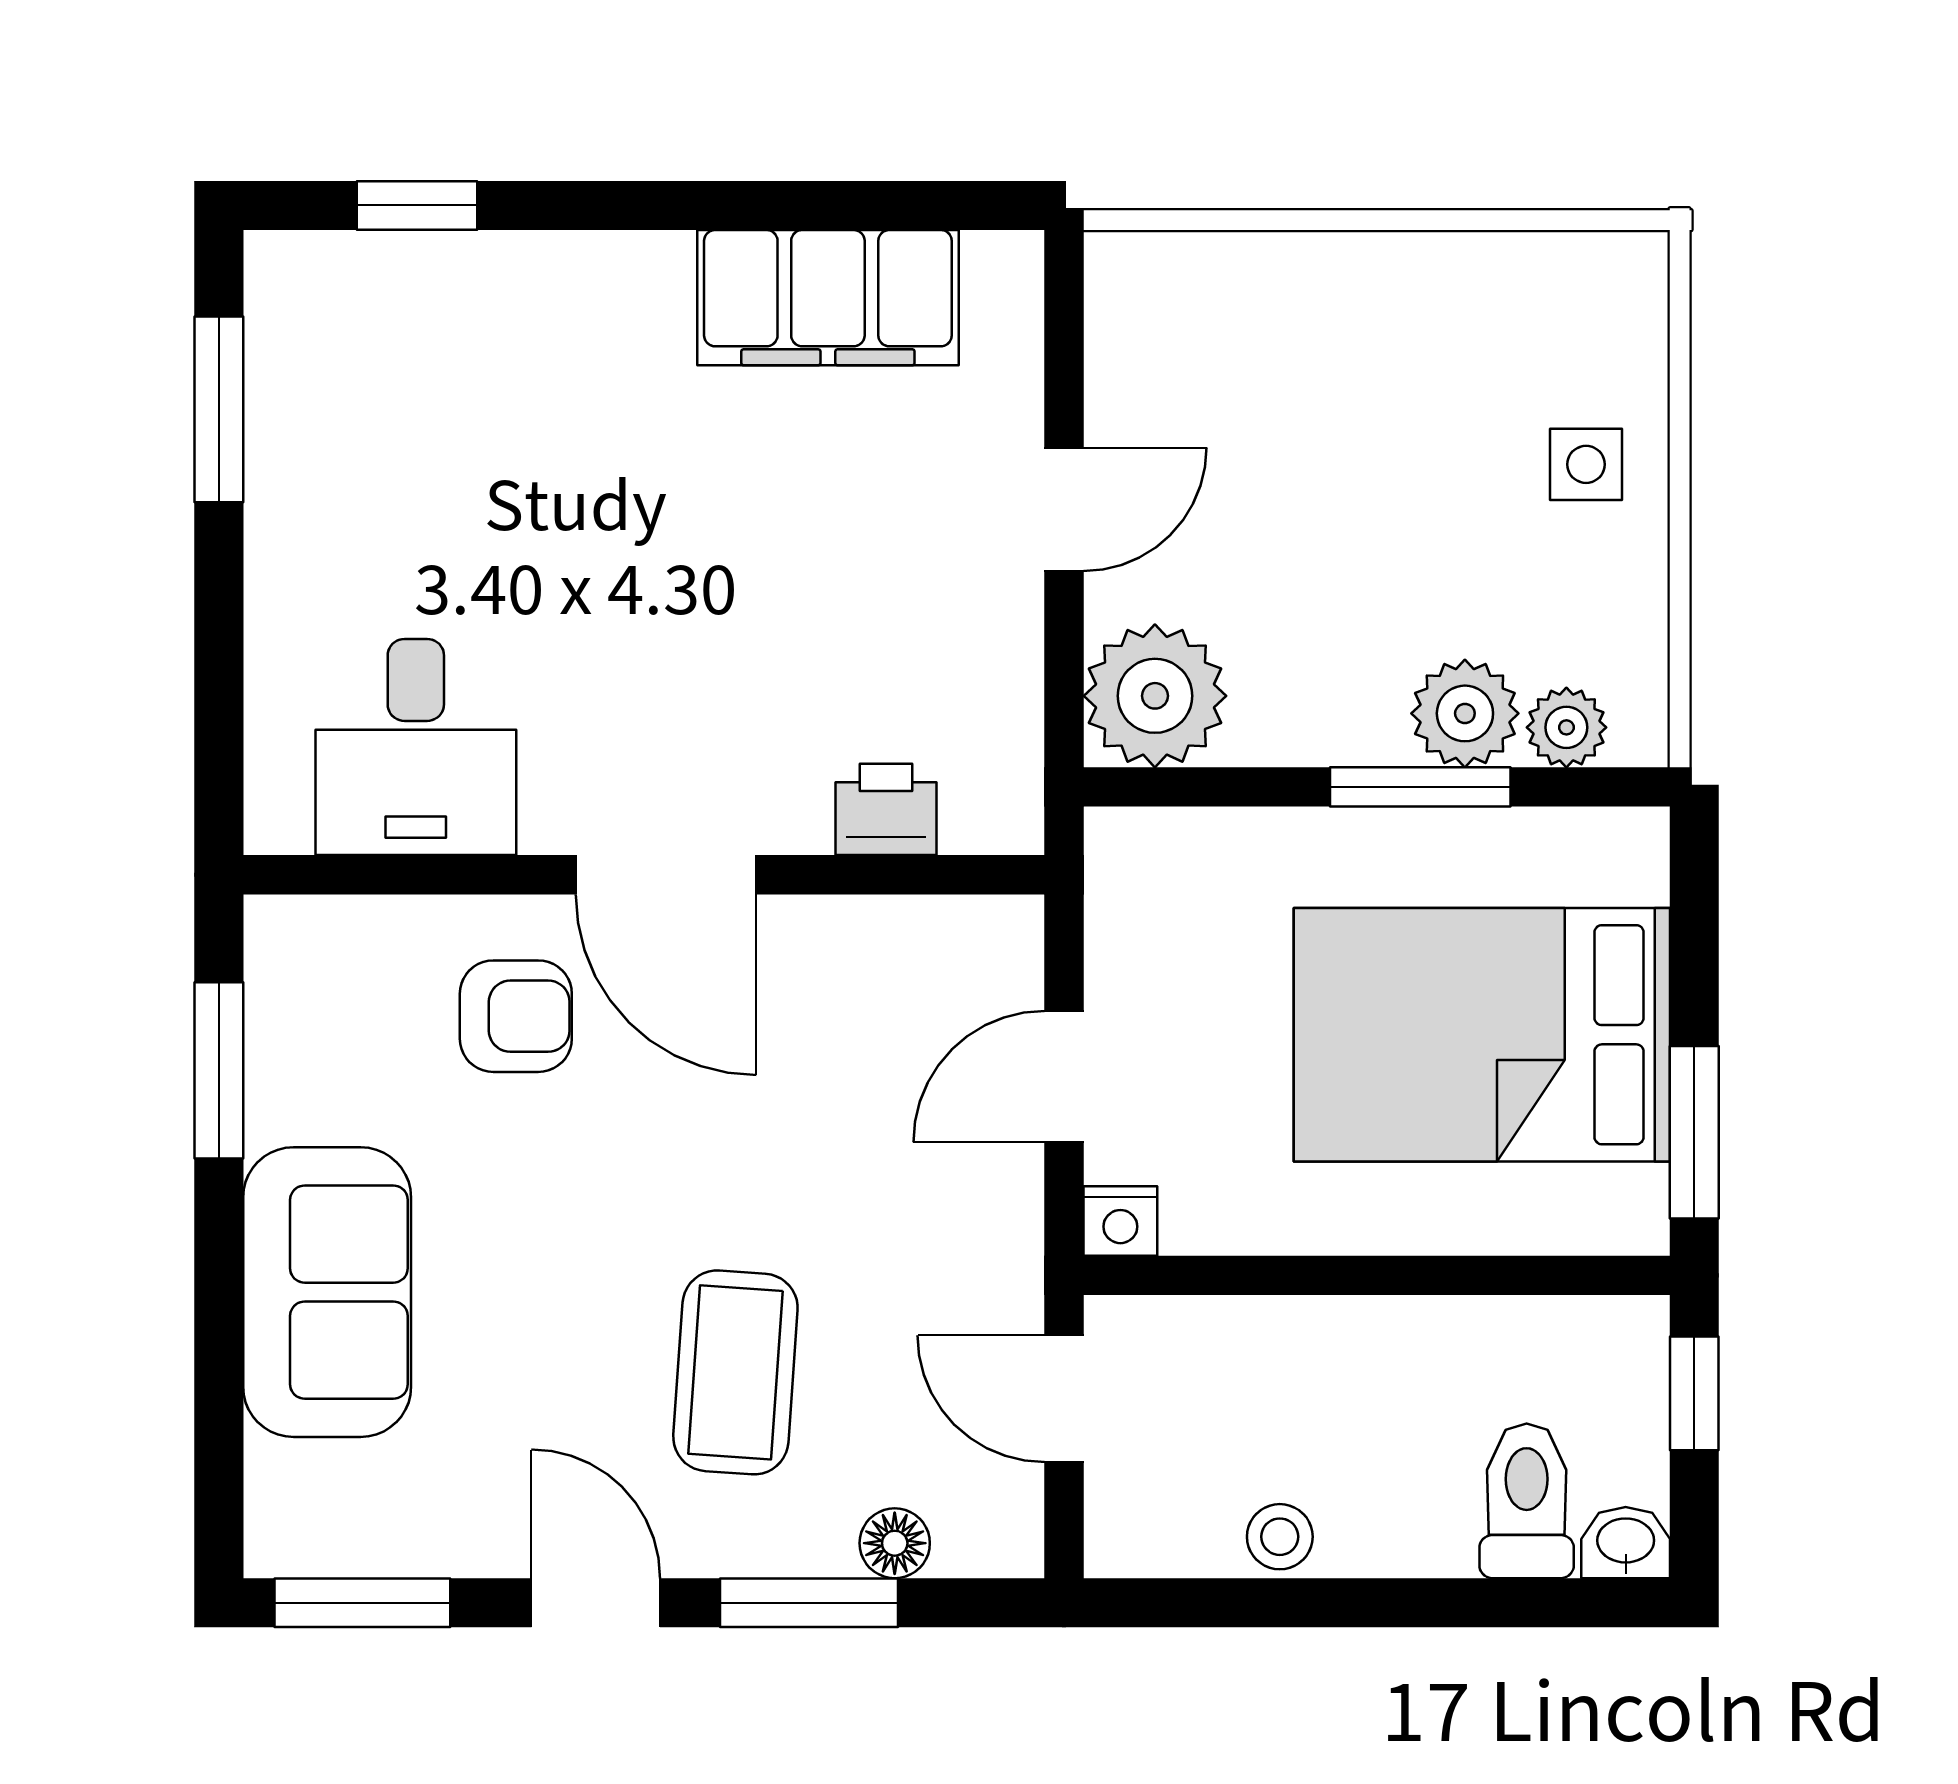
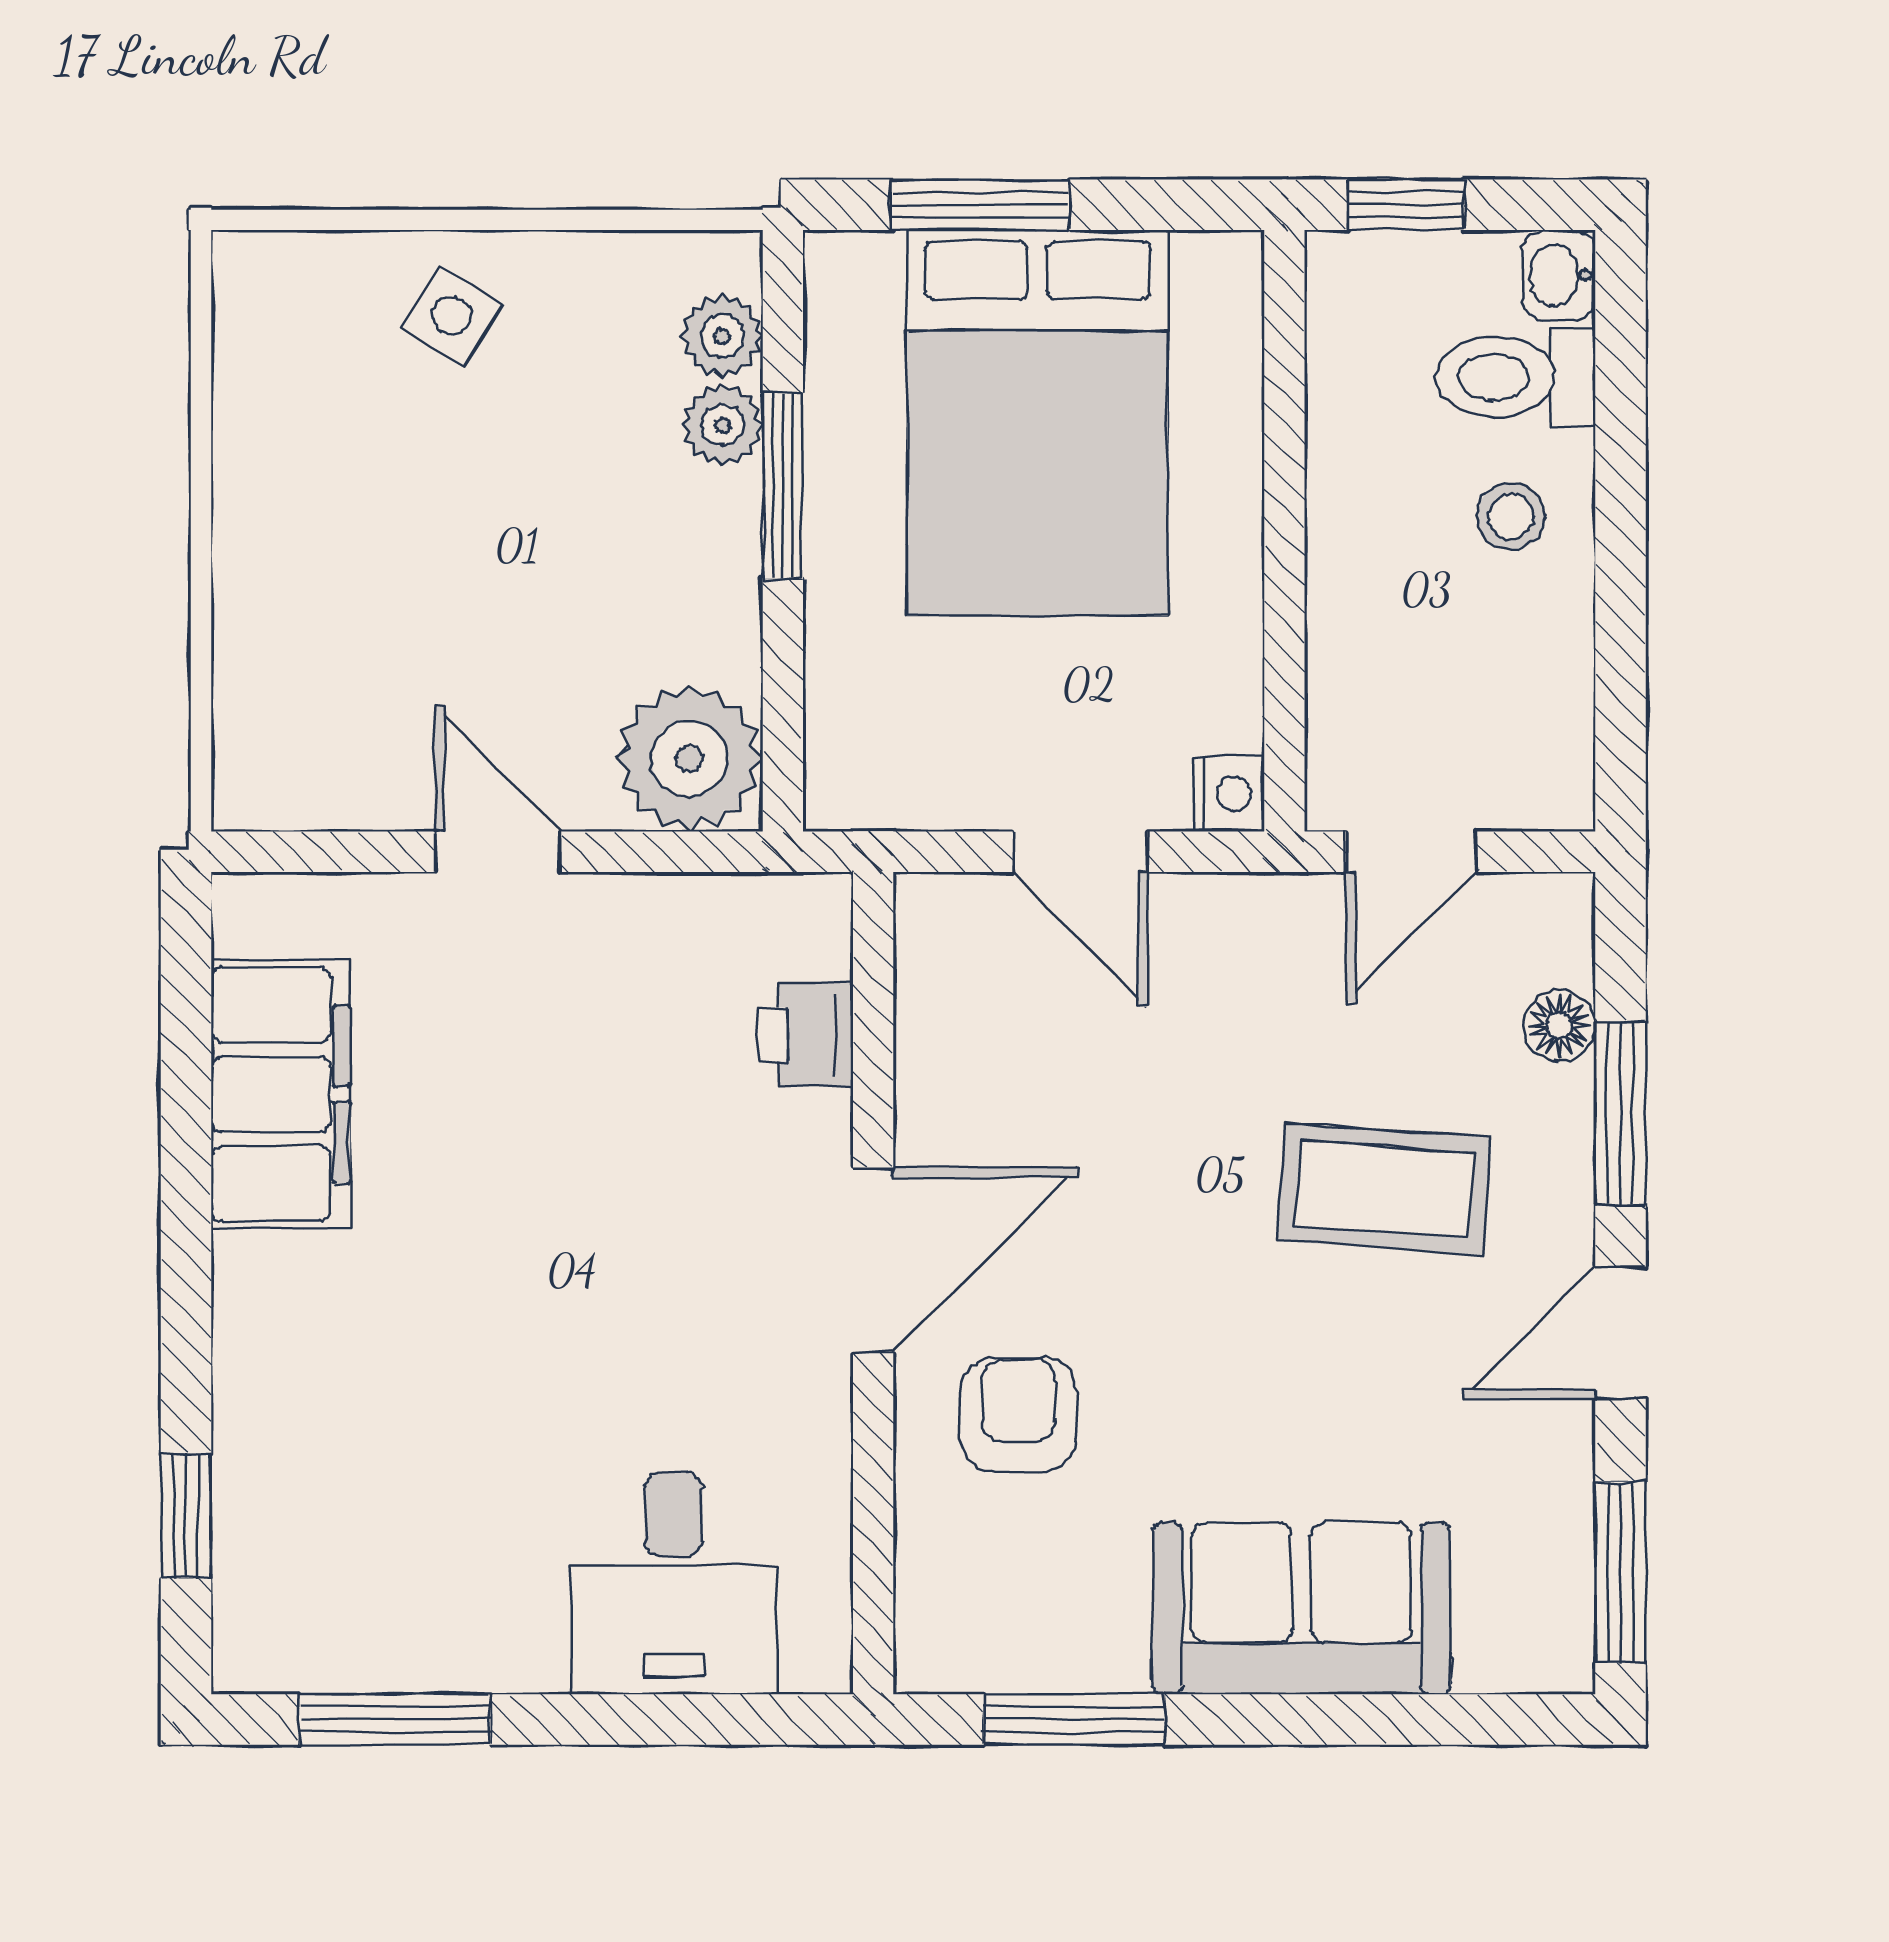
side table: (1586, 464) -> (452, 316), turned 32
plant: (1465, 713) -> (723, 425), width x0.73, depth x0.73
desk: (416, 747) -> (674, 1583), moved, turned 90
window: (1694, 1132) -> (980, 205), moved
stool: (1280, 1537) -> (1511, 516), moved

